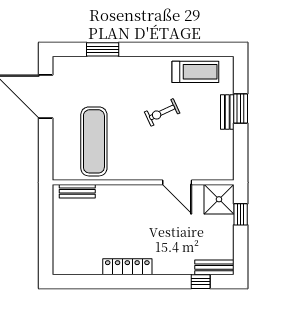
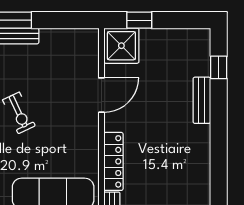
locker: (127, 267) -> (113, 161), moved, turned 180
bench: (214, 267) -> (202, 100), moved

